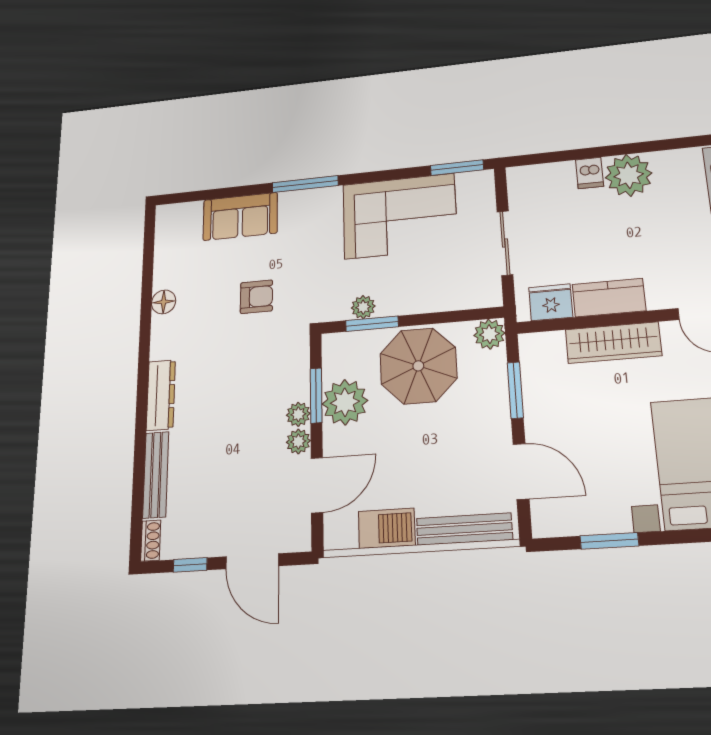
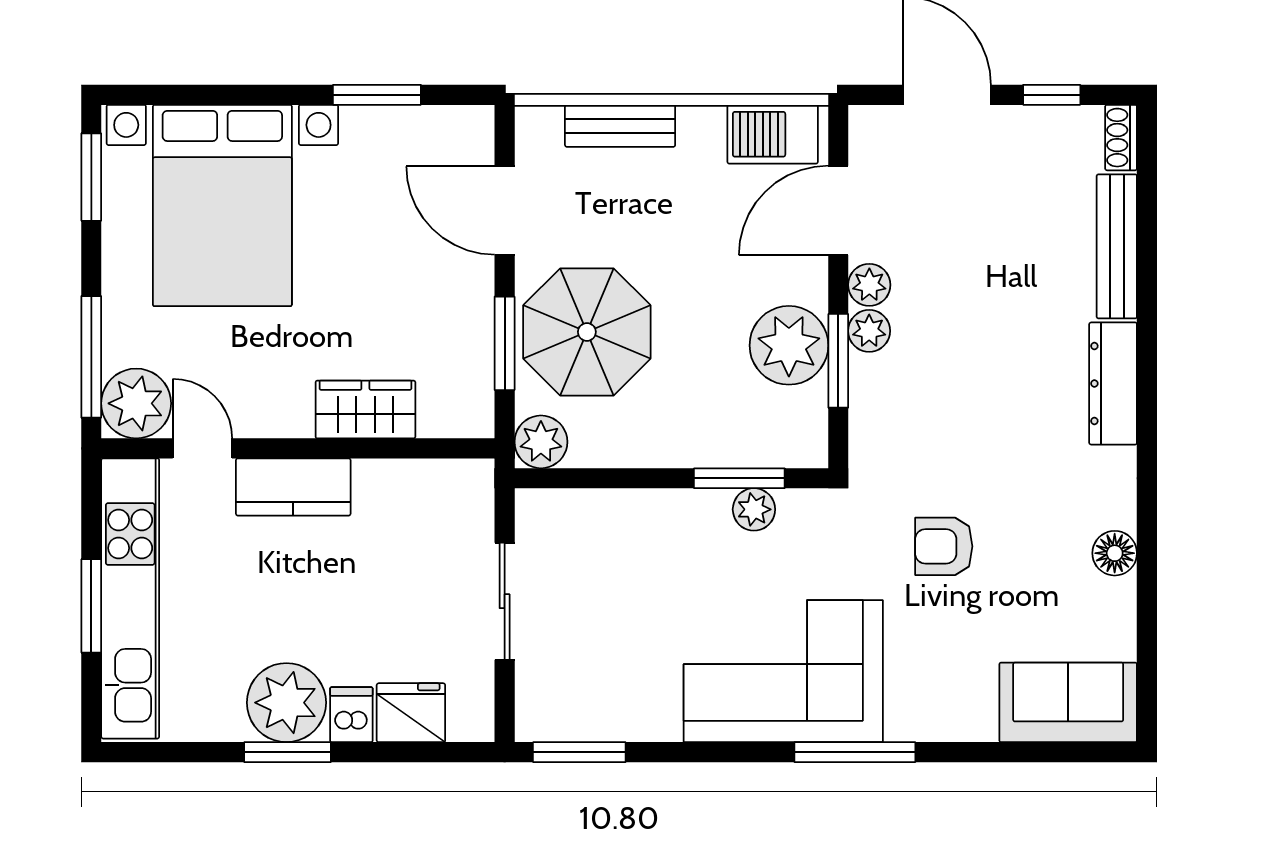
window: (625, 149) -> (287, 752), added
sofa: (240, 216) -> (1068, 702), moved
corner sofa: (399, 216) -> (783, 671), moved
kitchen counter: (609, 298) -> (293, 487), moved
fridge: (551, 302) -> (411, 713), moved, turned 180
wardrobe: (613, 343) -> (365, 409), width x0.67
parasol: (418, 366) -> (587, 332), moved
barbecue: (387, 528) -> (773, 134), moved
bench: (464, 529) -> (620, 126), width x0.73

